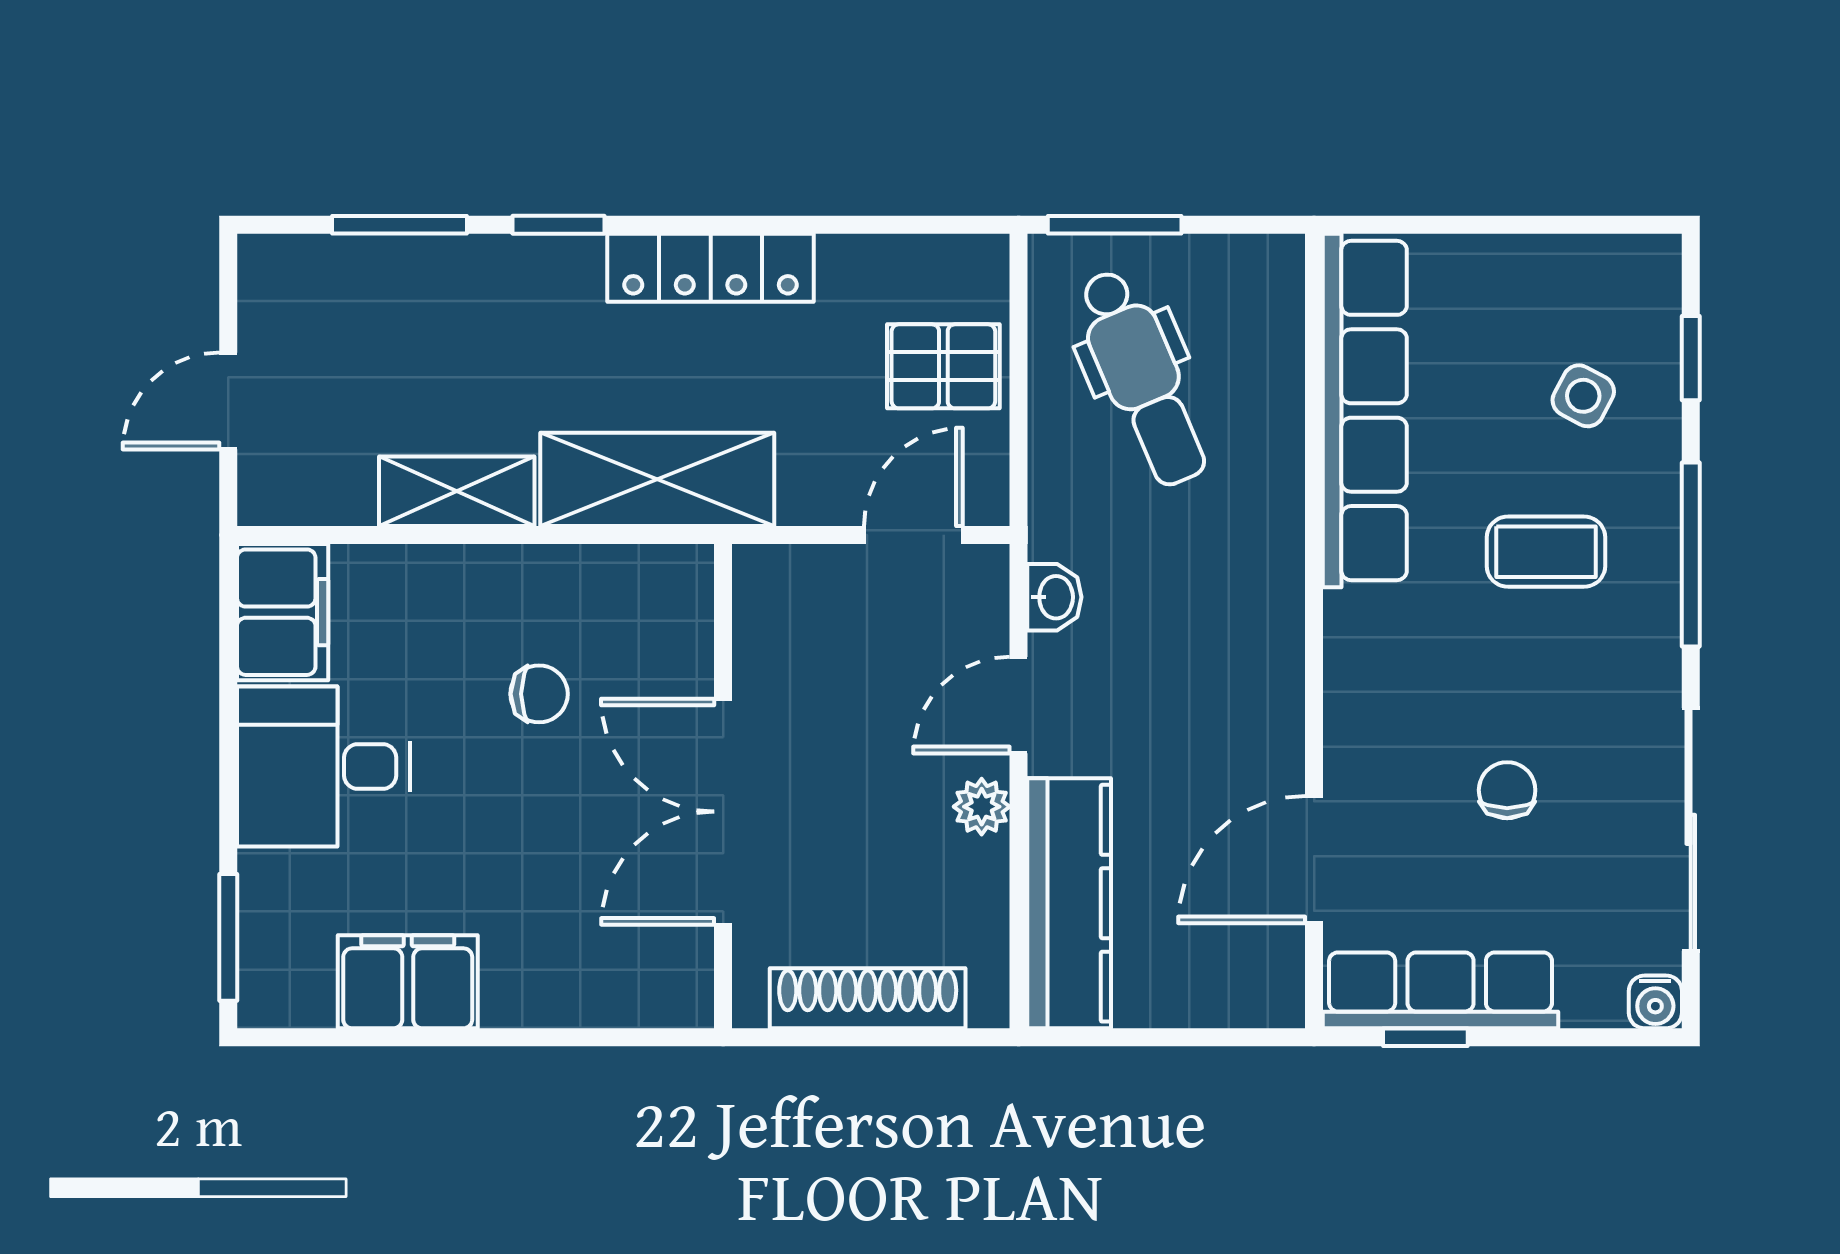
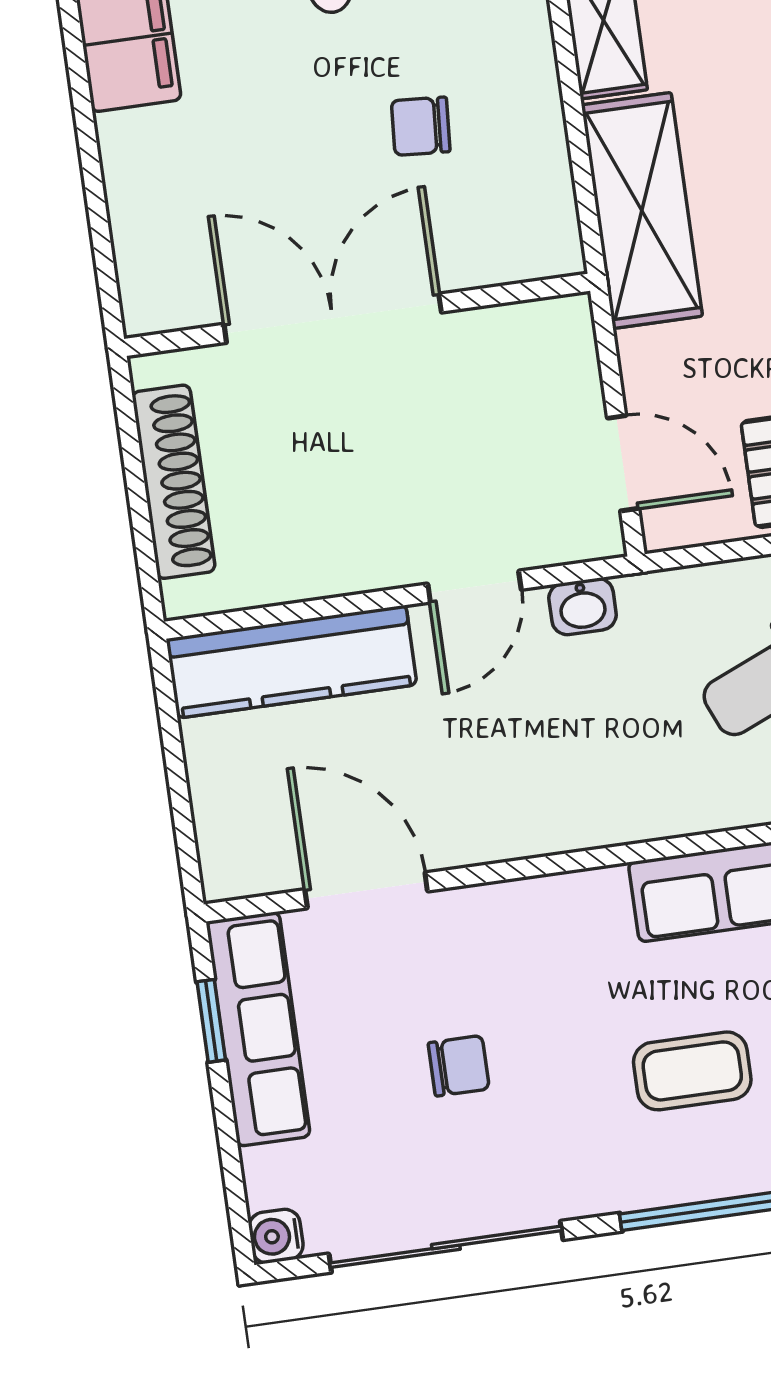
coffee table: (1546, 552) -> (692, 1071), turned 90
chair: (539, 694) -> (421, 126), turned 94
door: (1019, 705) -> (474, 587), swing flipped
plant: (982, 807) -> (372, 565), removed

